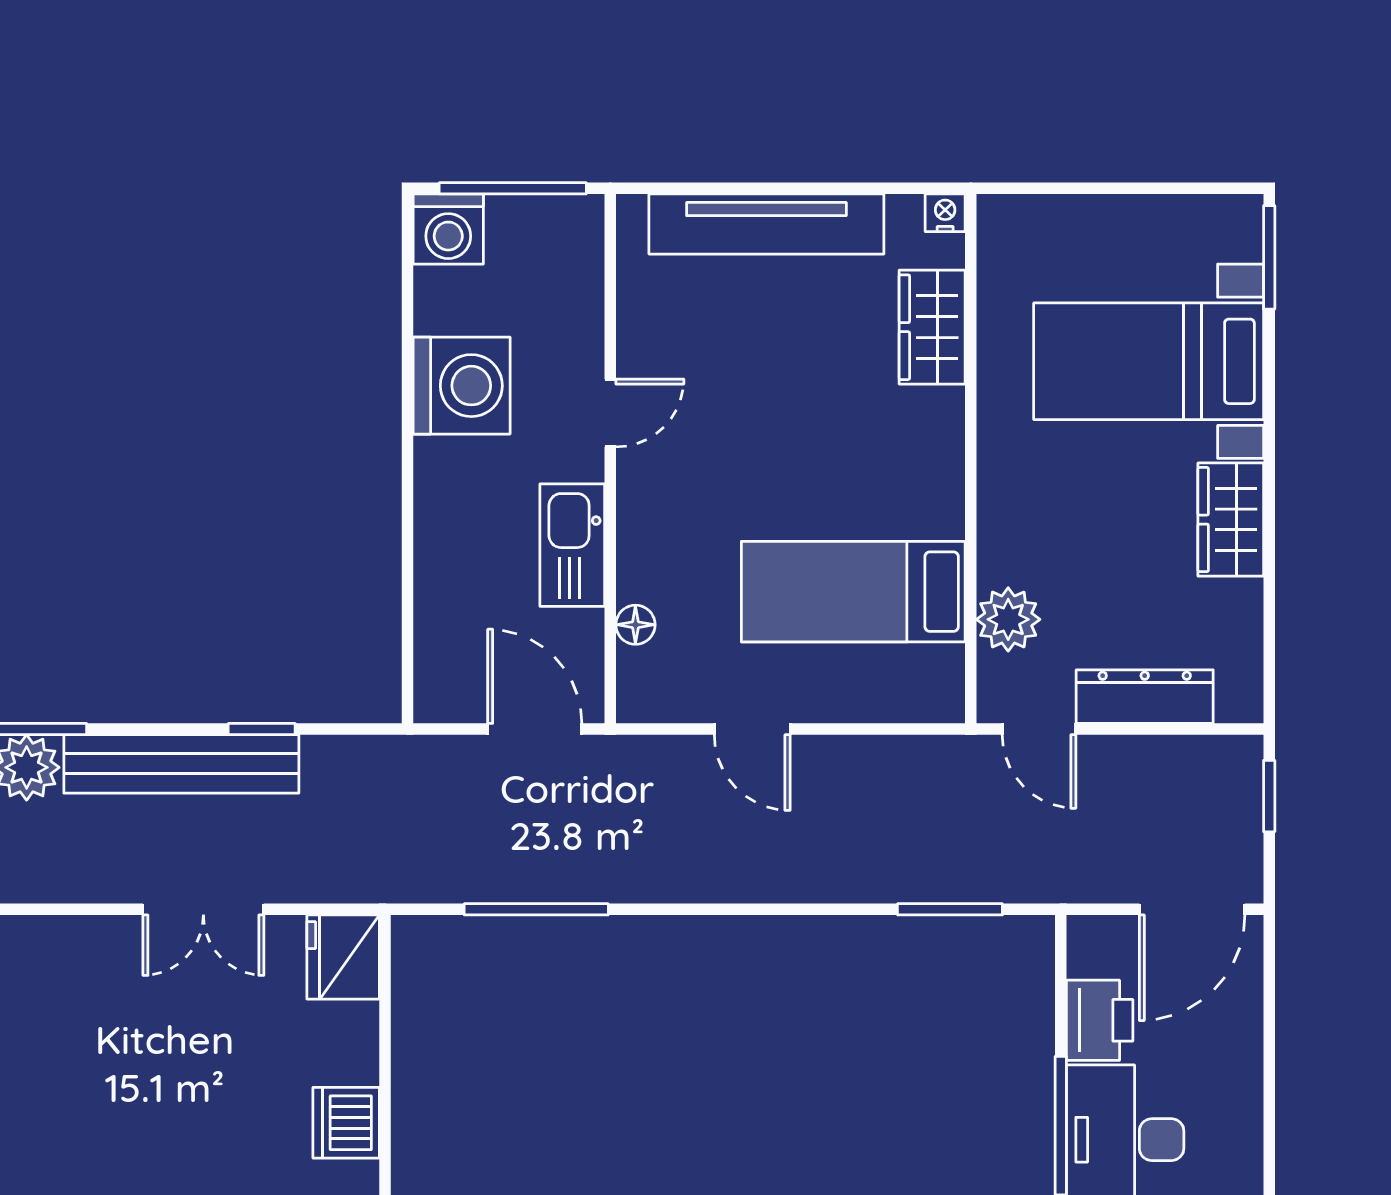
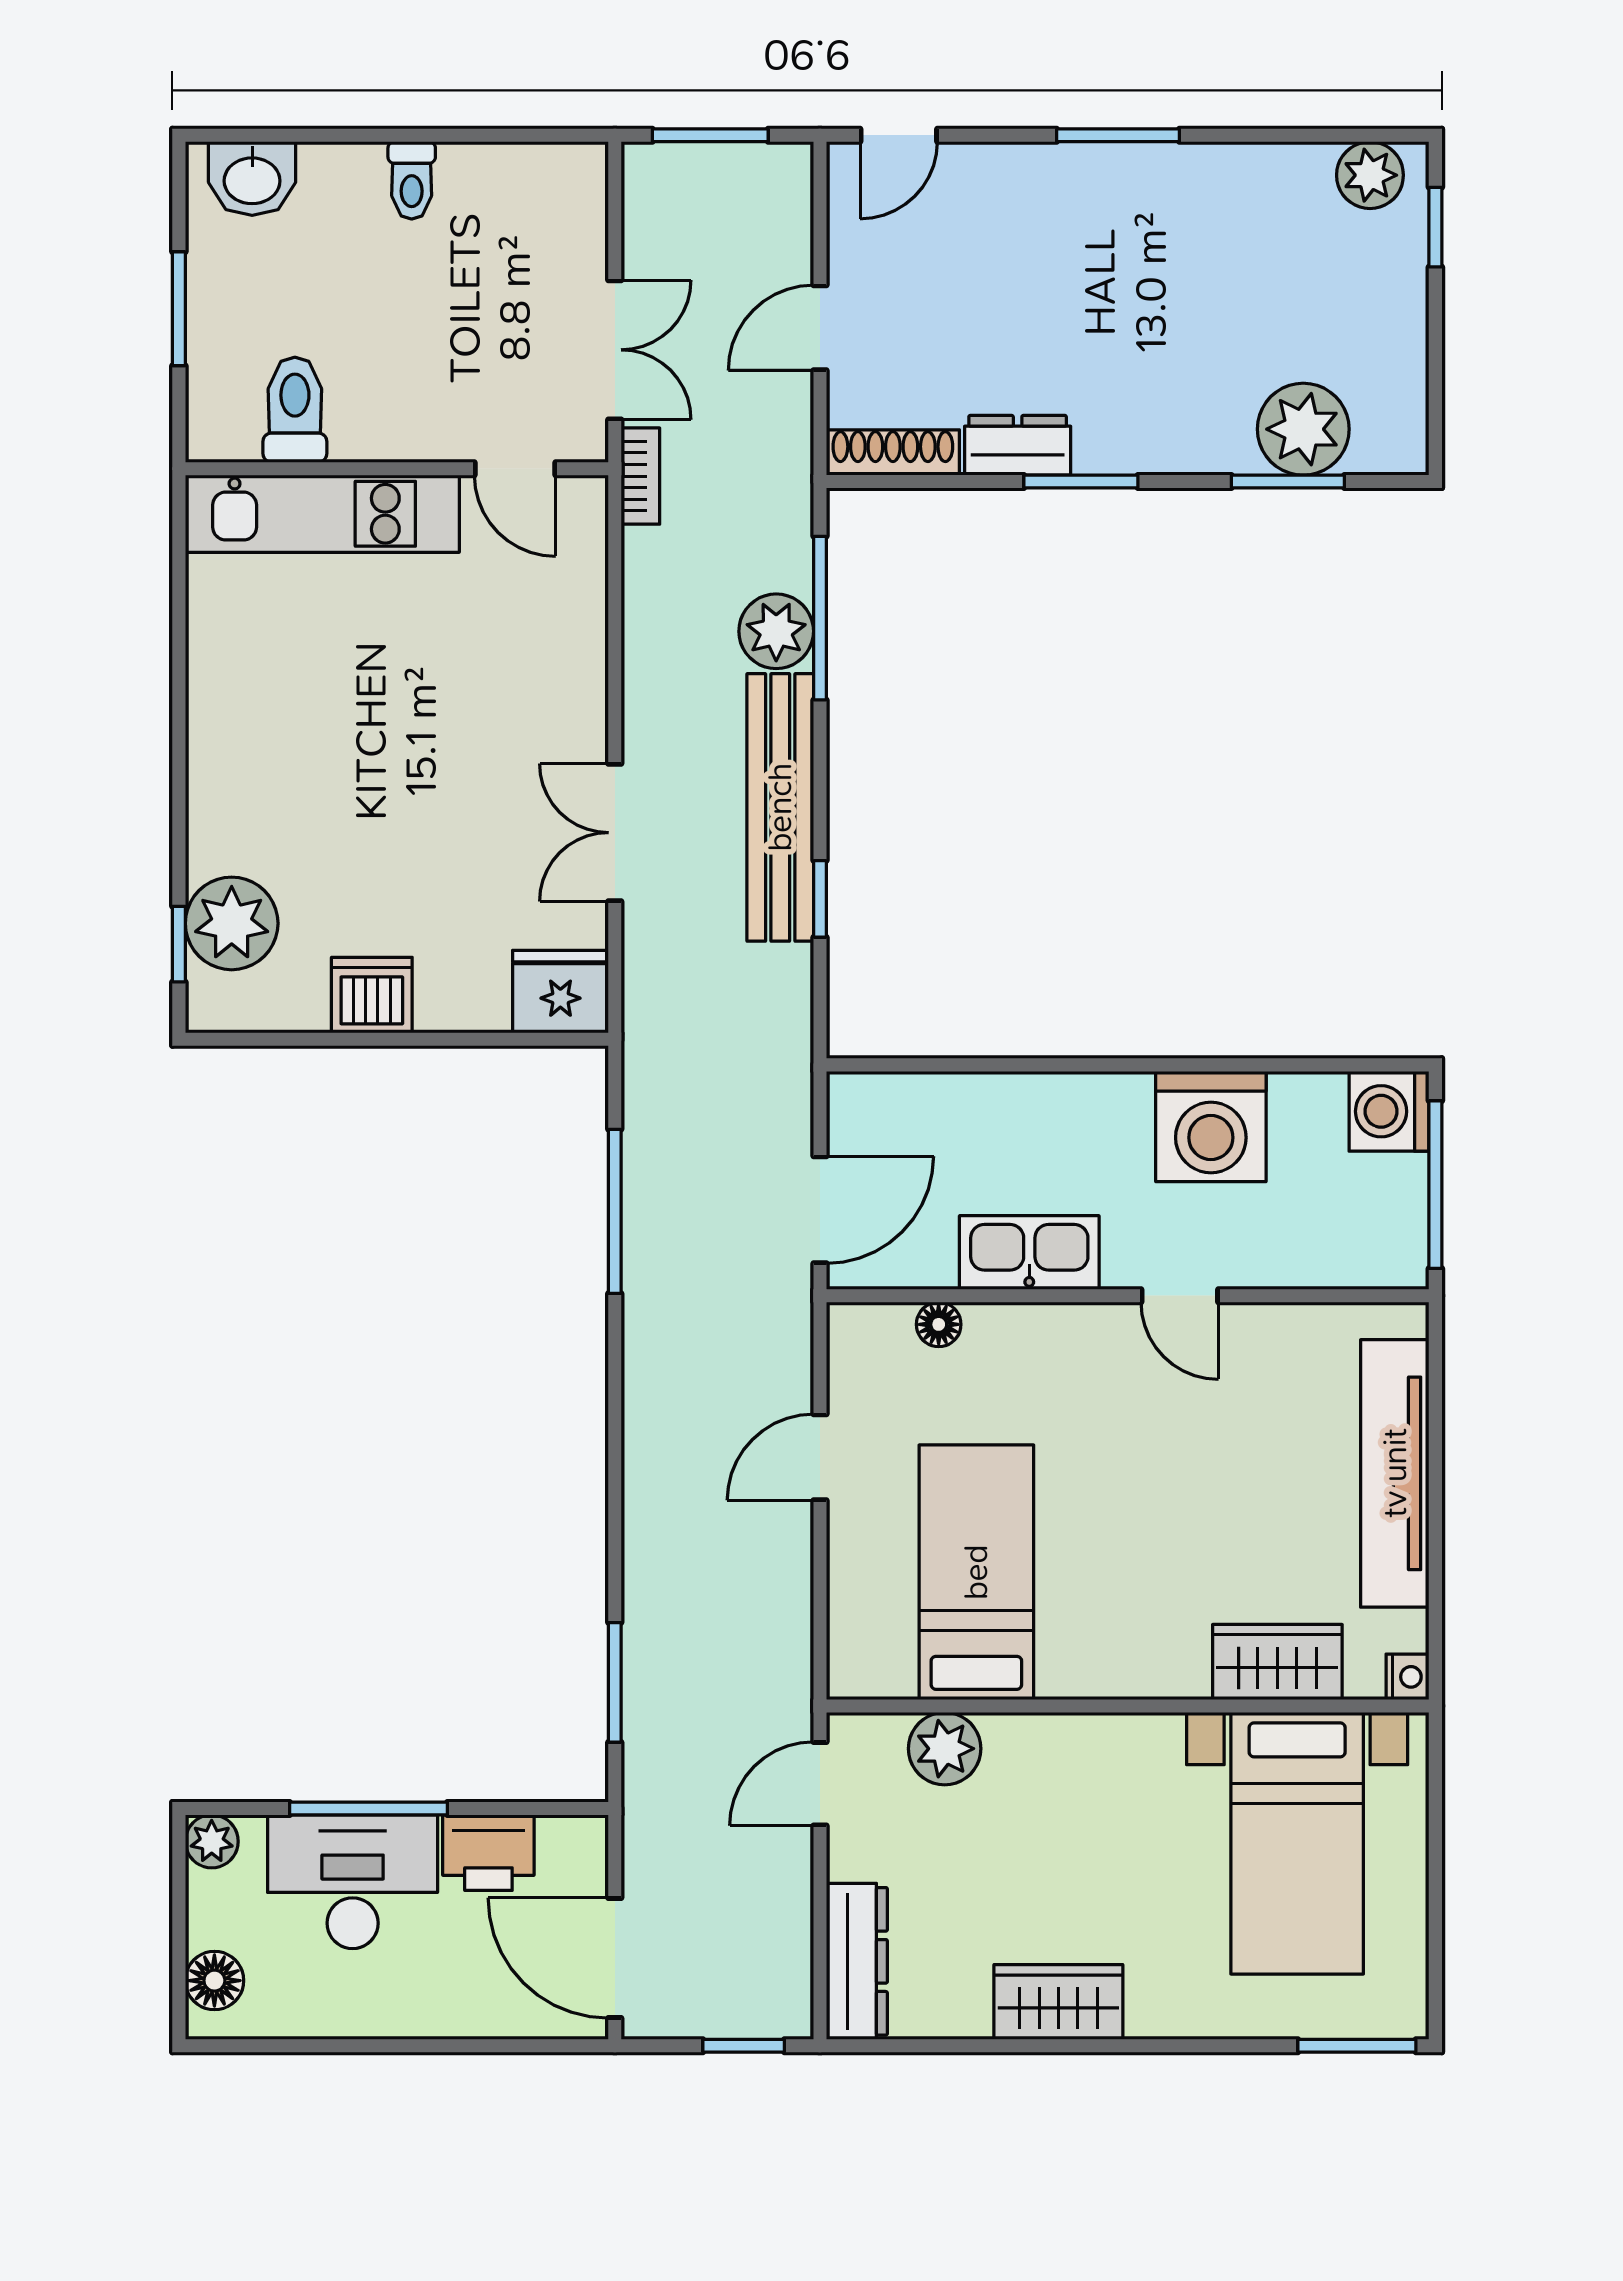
bed with nightstands: (1149, 361) -> (1297, 1843), moved, turned 180
dresser: (1145, 697) -> (857, 1961), moved

